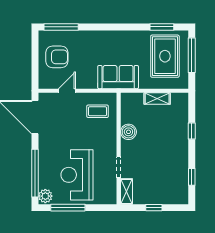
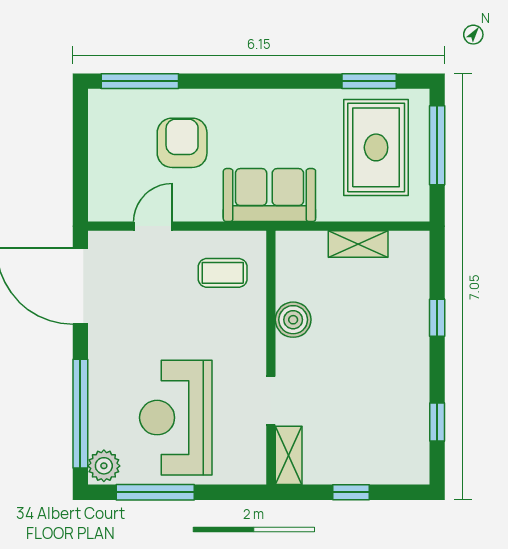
armchair: (57, 57) -> (182, 143), moved, turned -90

